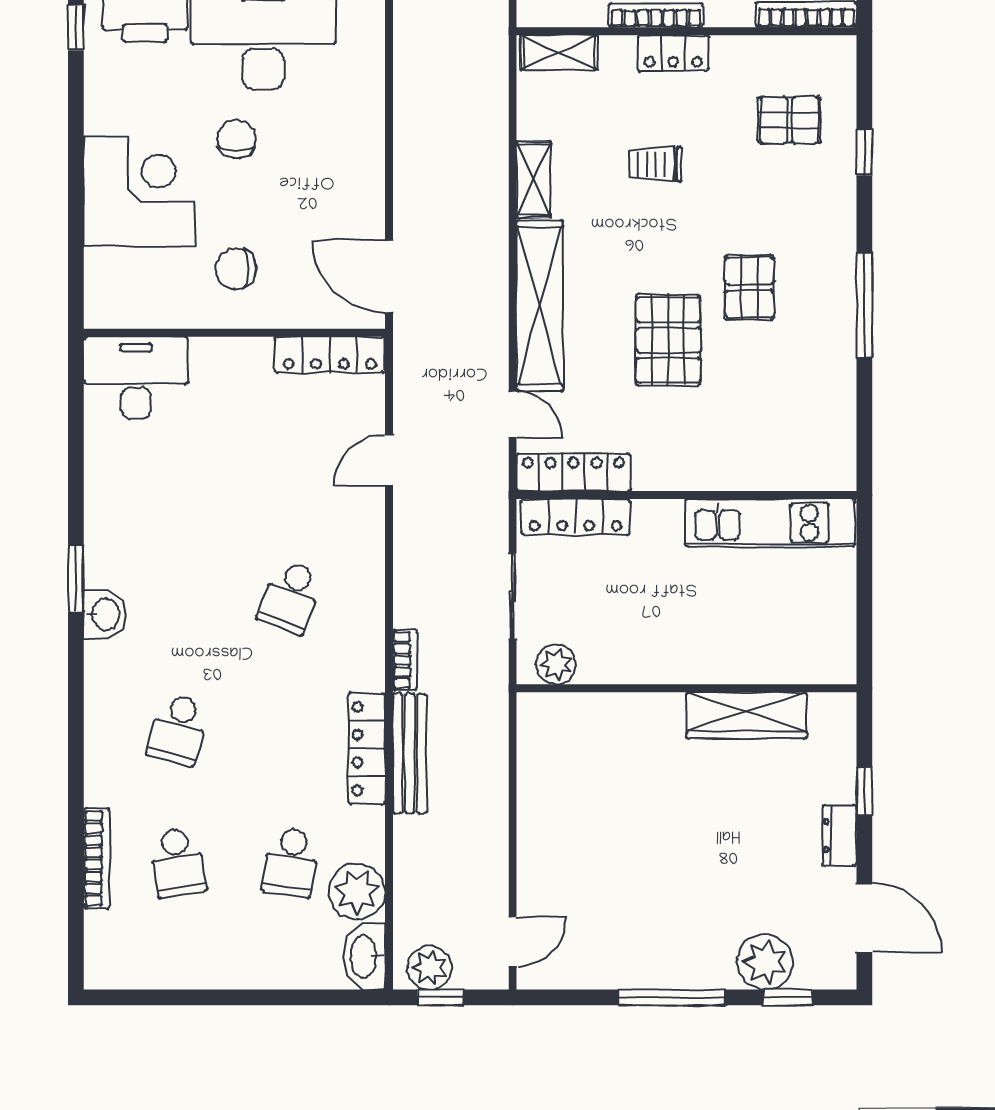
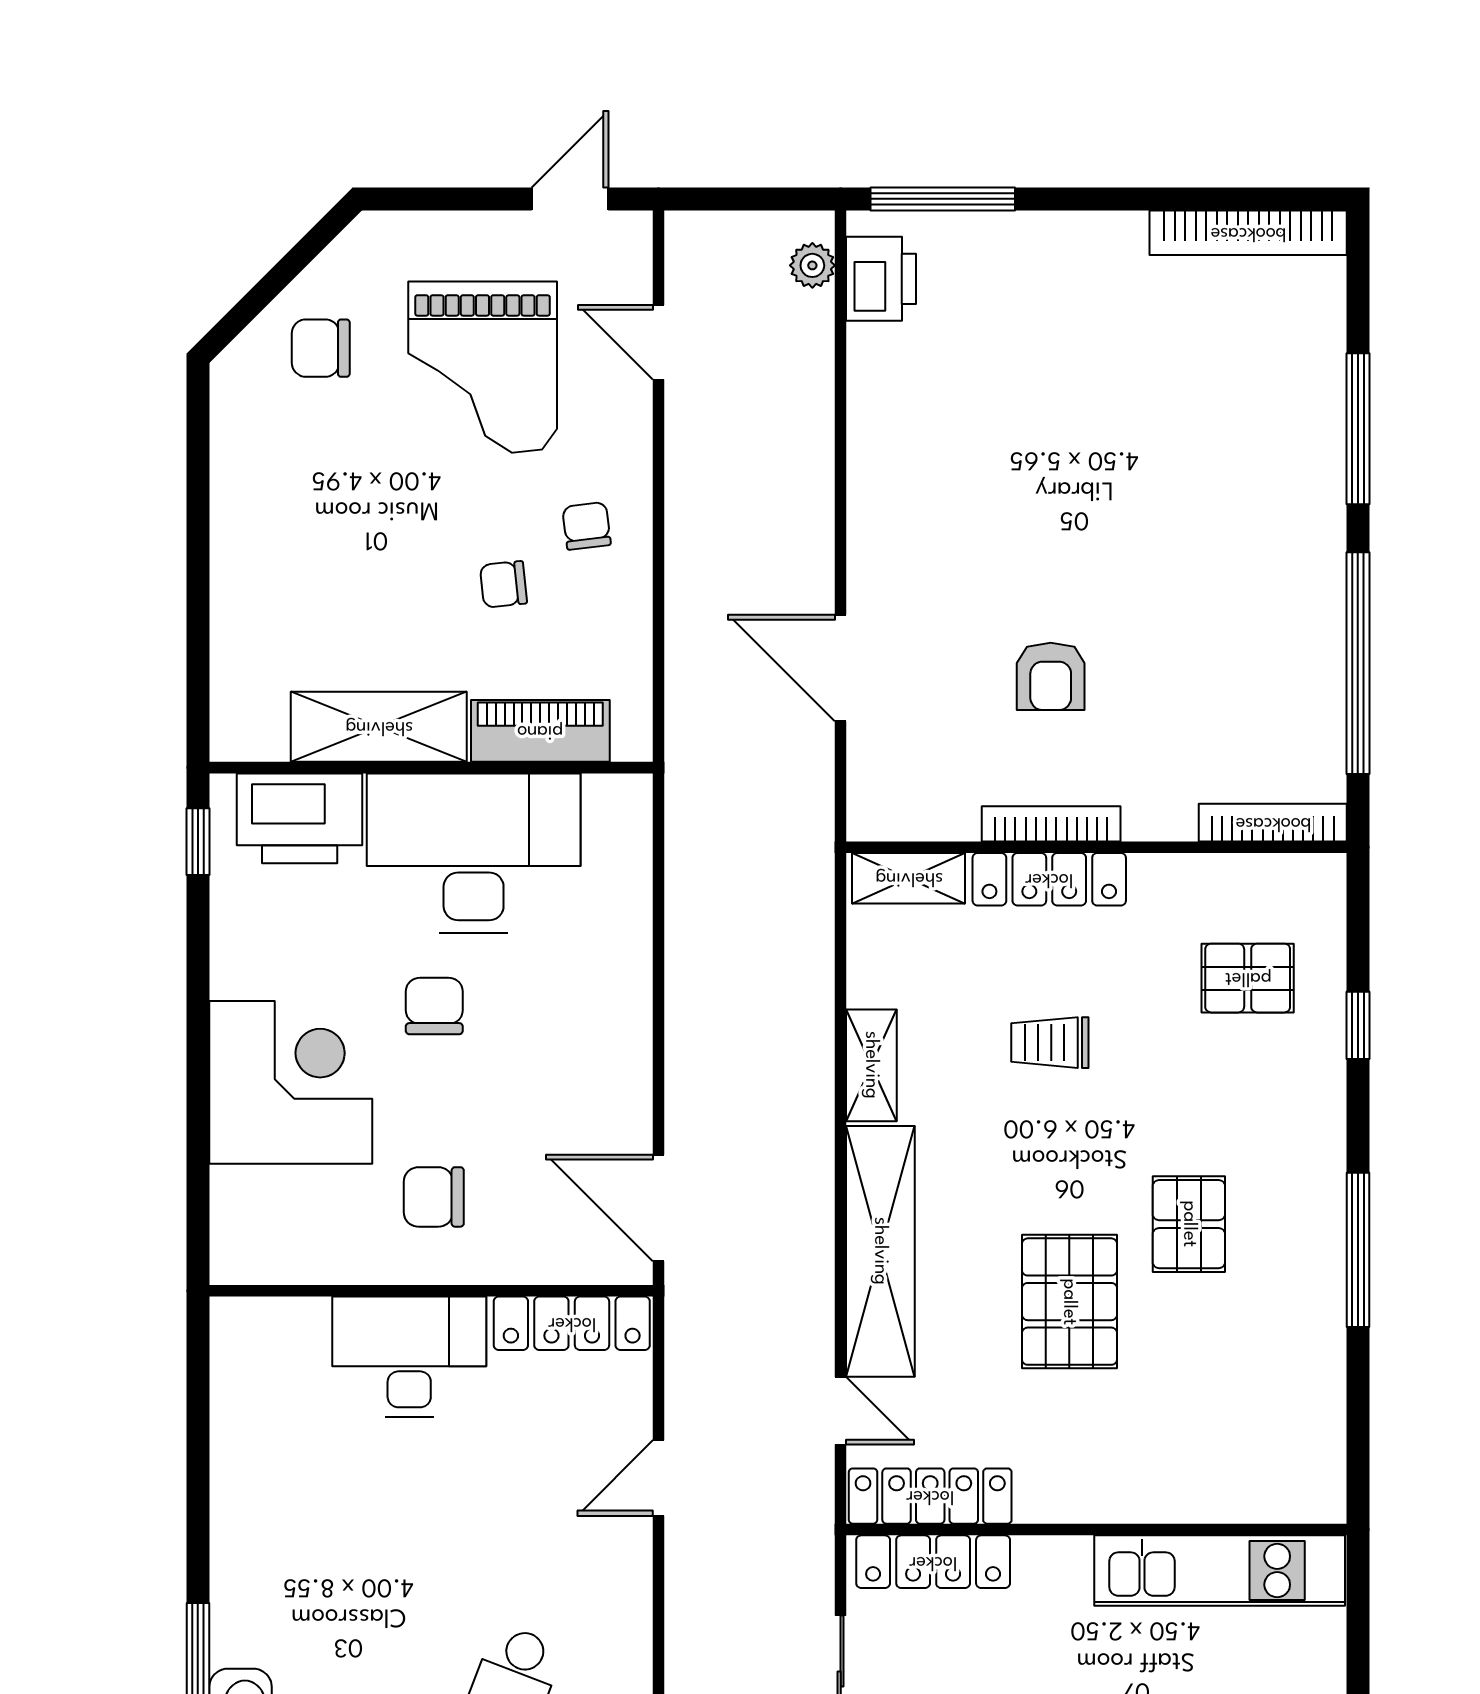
locker: (673, 53) -> (1049, 879), width x1.53
desk: (136, 378) -> (409, 1357), moved

